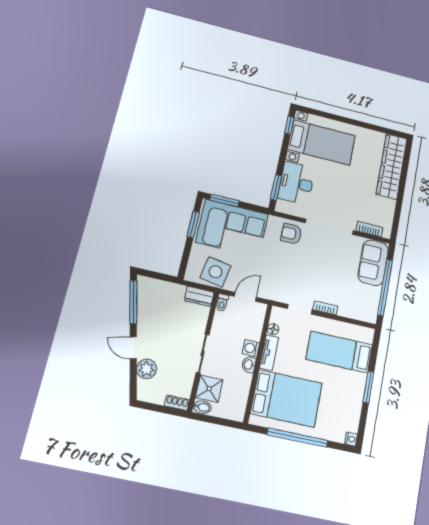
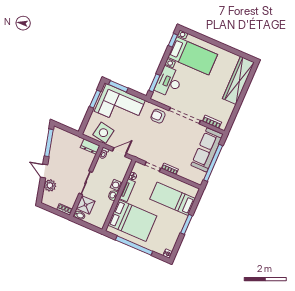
sofa: (373, 263) -> (207, 150), width x1.36

